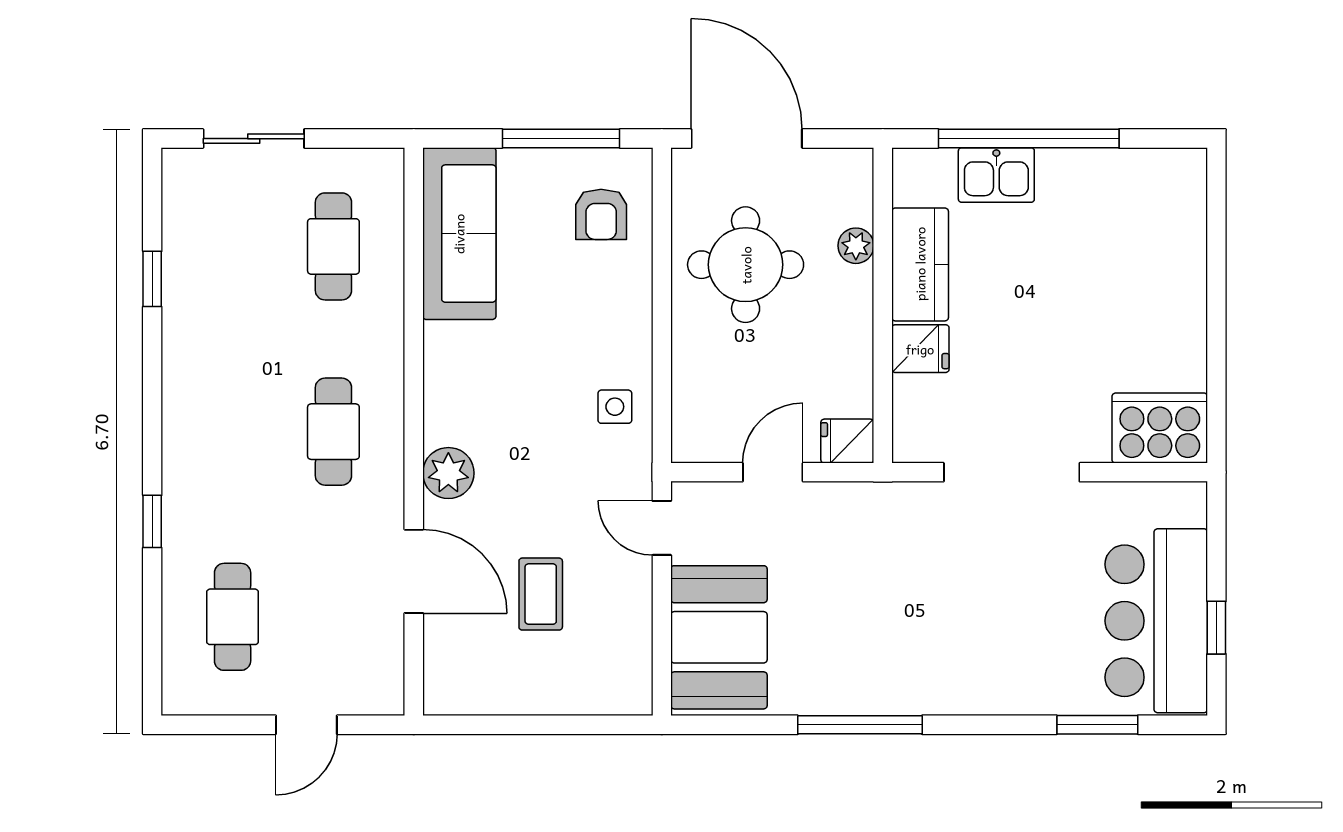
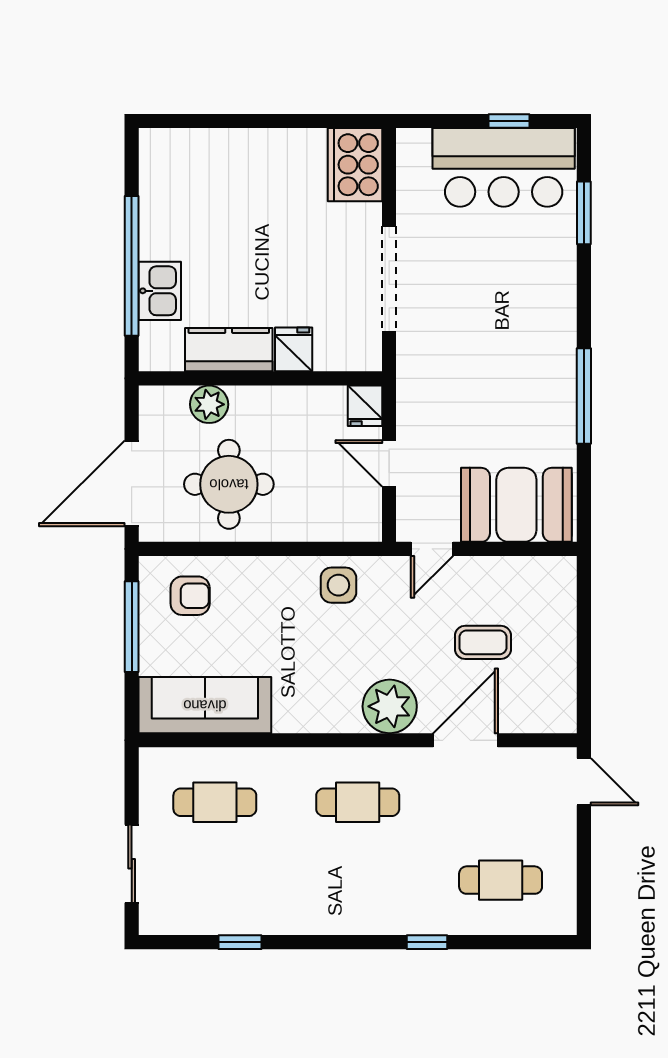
plant: (856, 246) -> (209, 404), width x1.38, depth x1.38
side table: (615, 407) -> (338, 585), width x1.37, depth x1.37
plant: (448, 473) -> (390, 706), width x1.36, depth x1.36
door: (306, 725) -> (584, 782), moved

